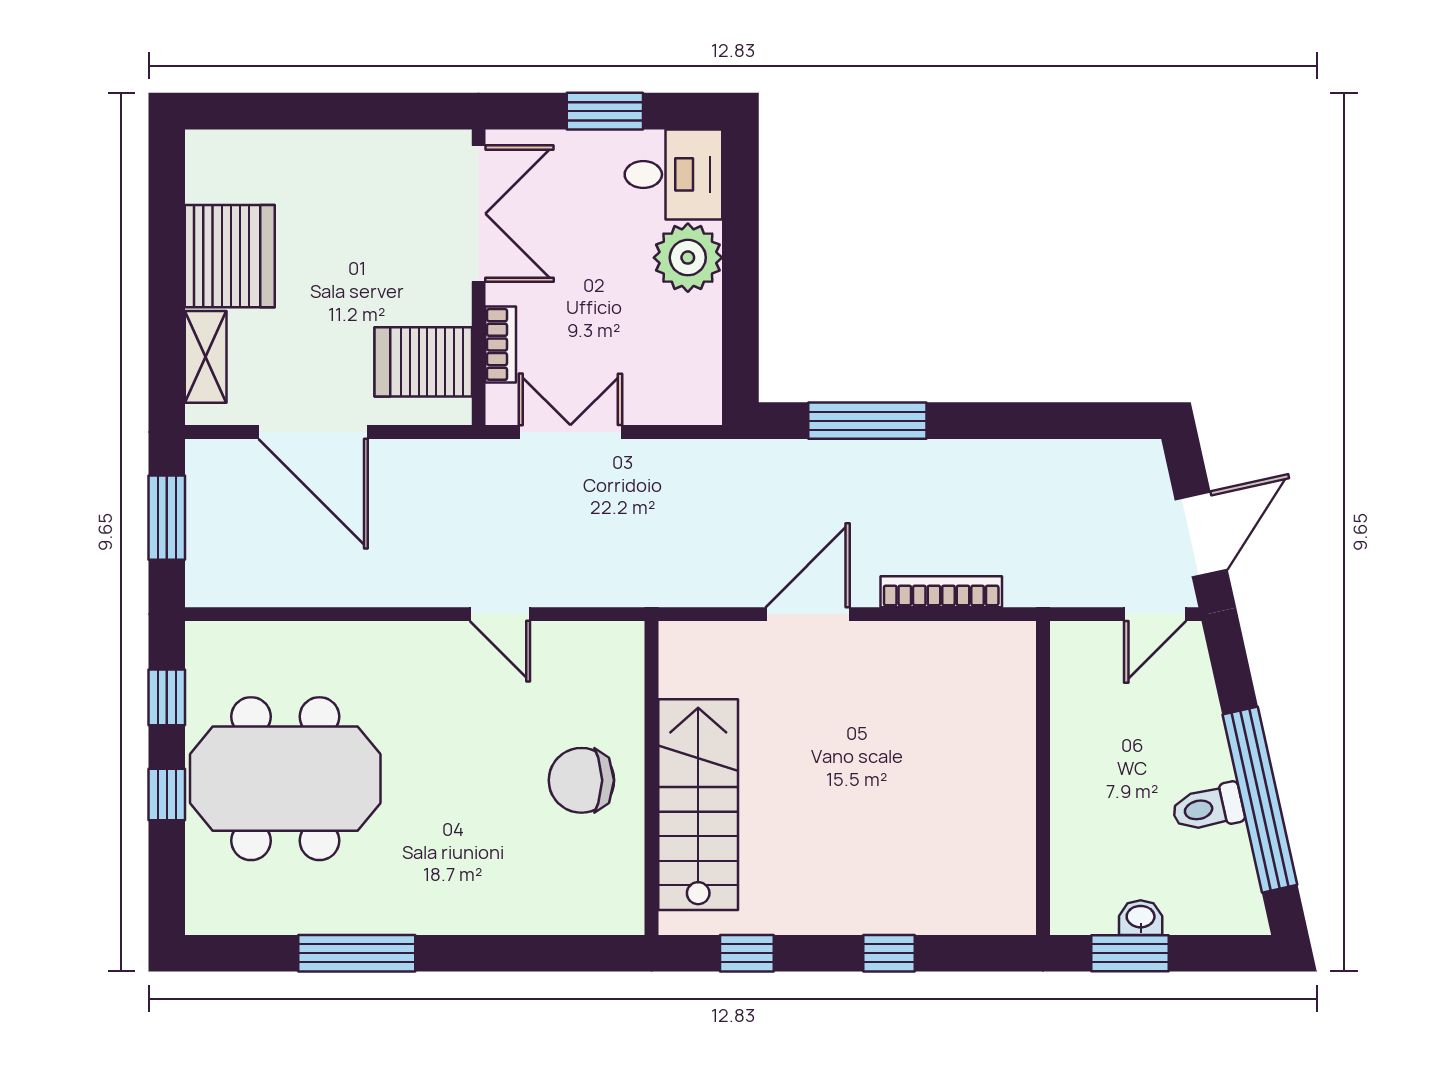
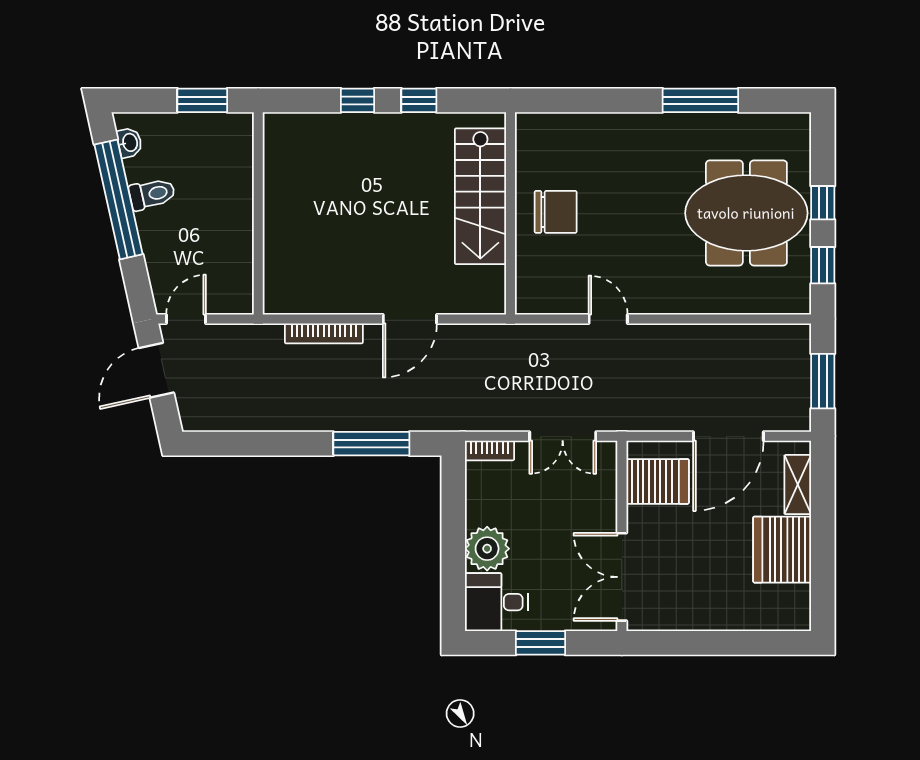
bookcase: (501, 344) -> (490, 450), moved, turned -90
door: (313, 432) -> (728, 436), swing flipped
washbasin: (1141, 918) -> (129, 143), moved, turned -102
window: (747, 953) -> (419, 100), moved

